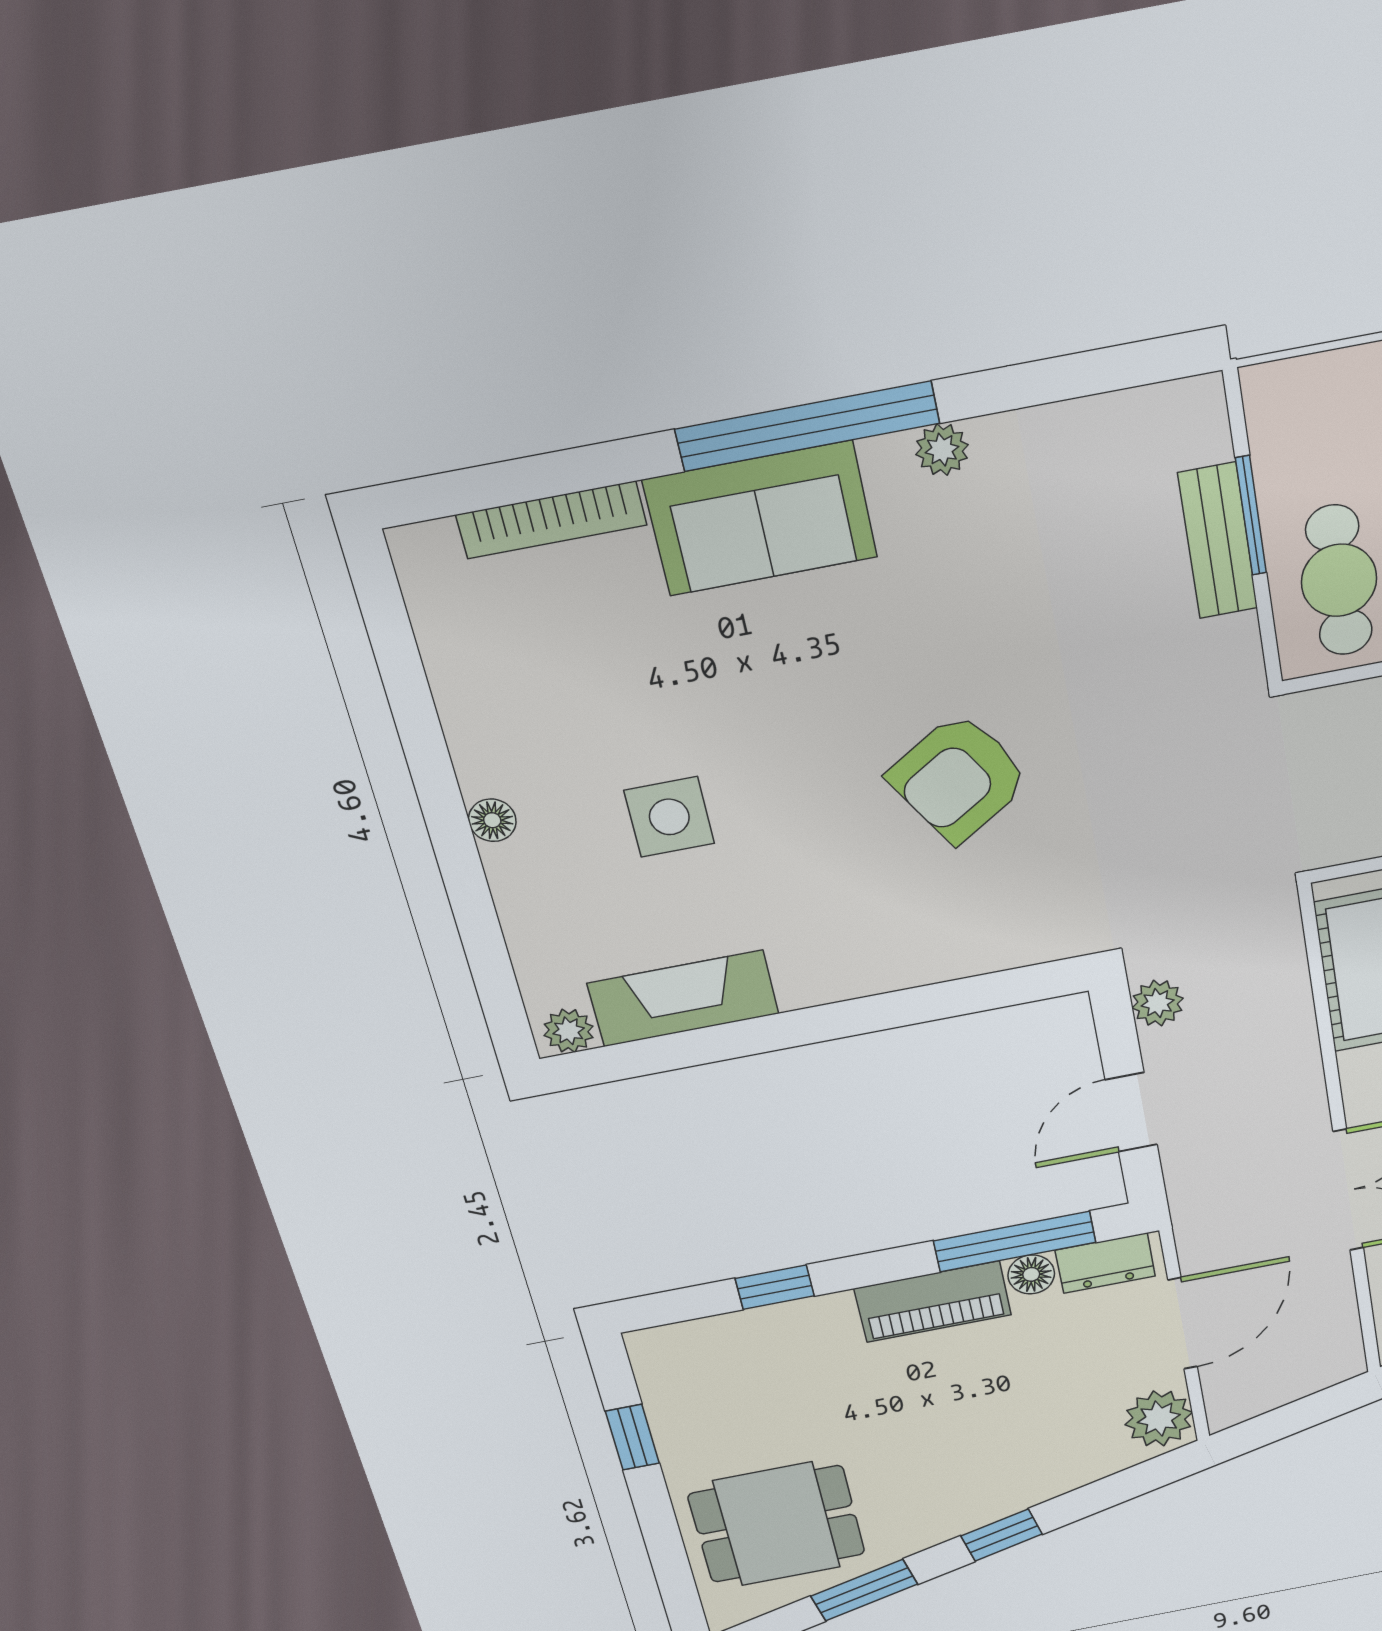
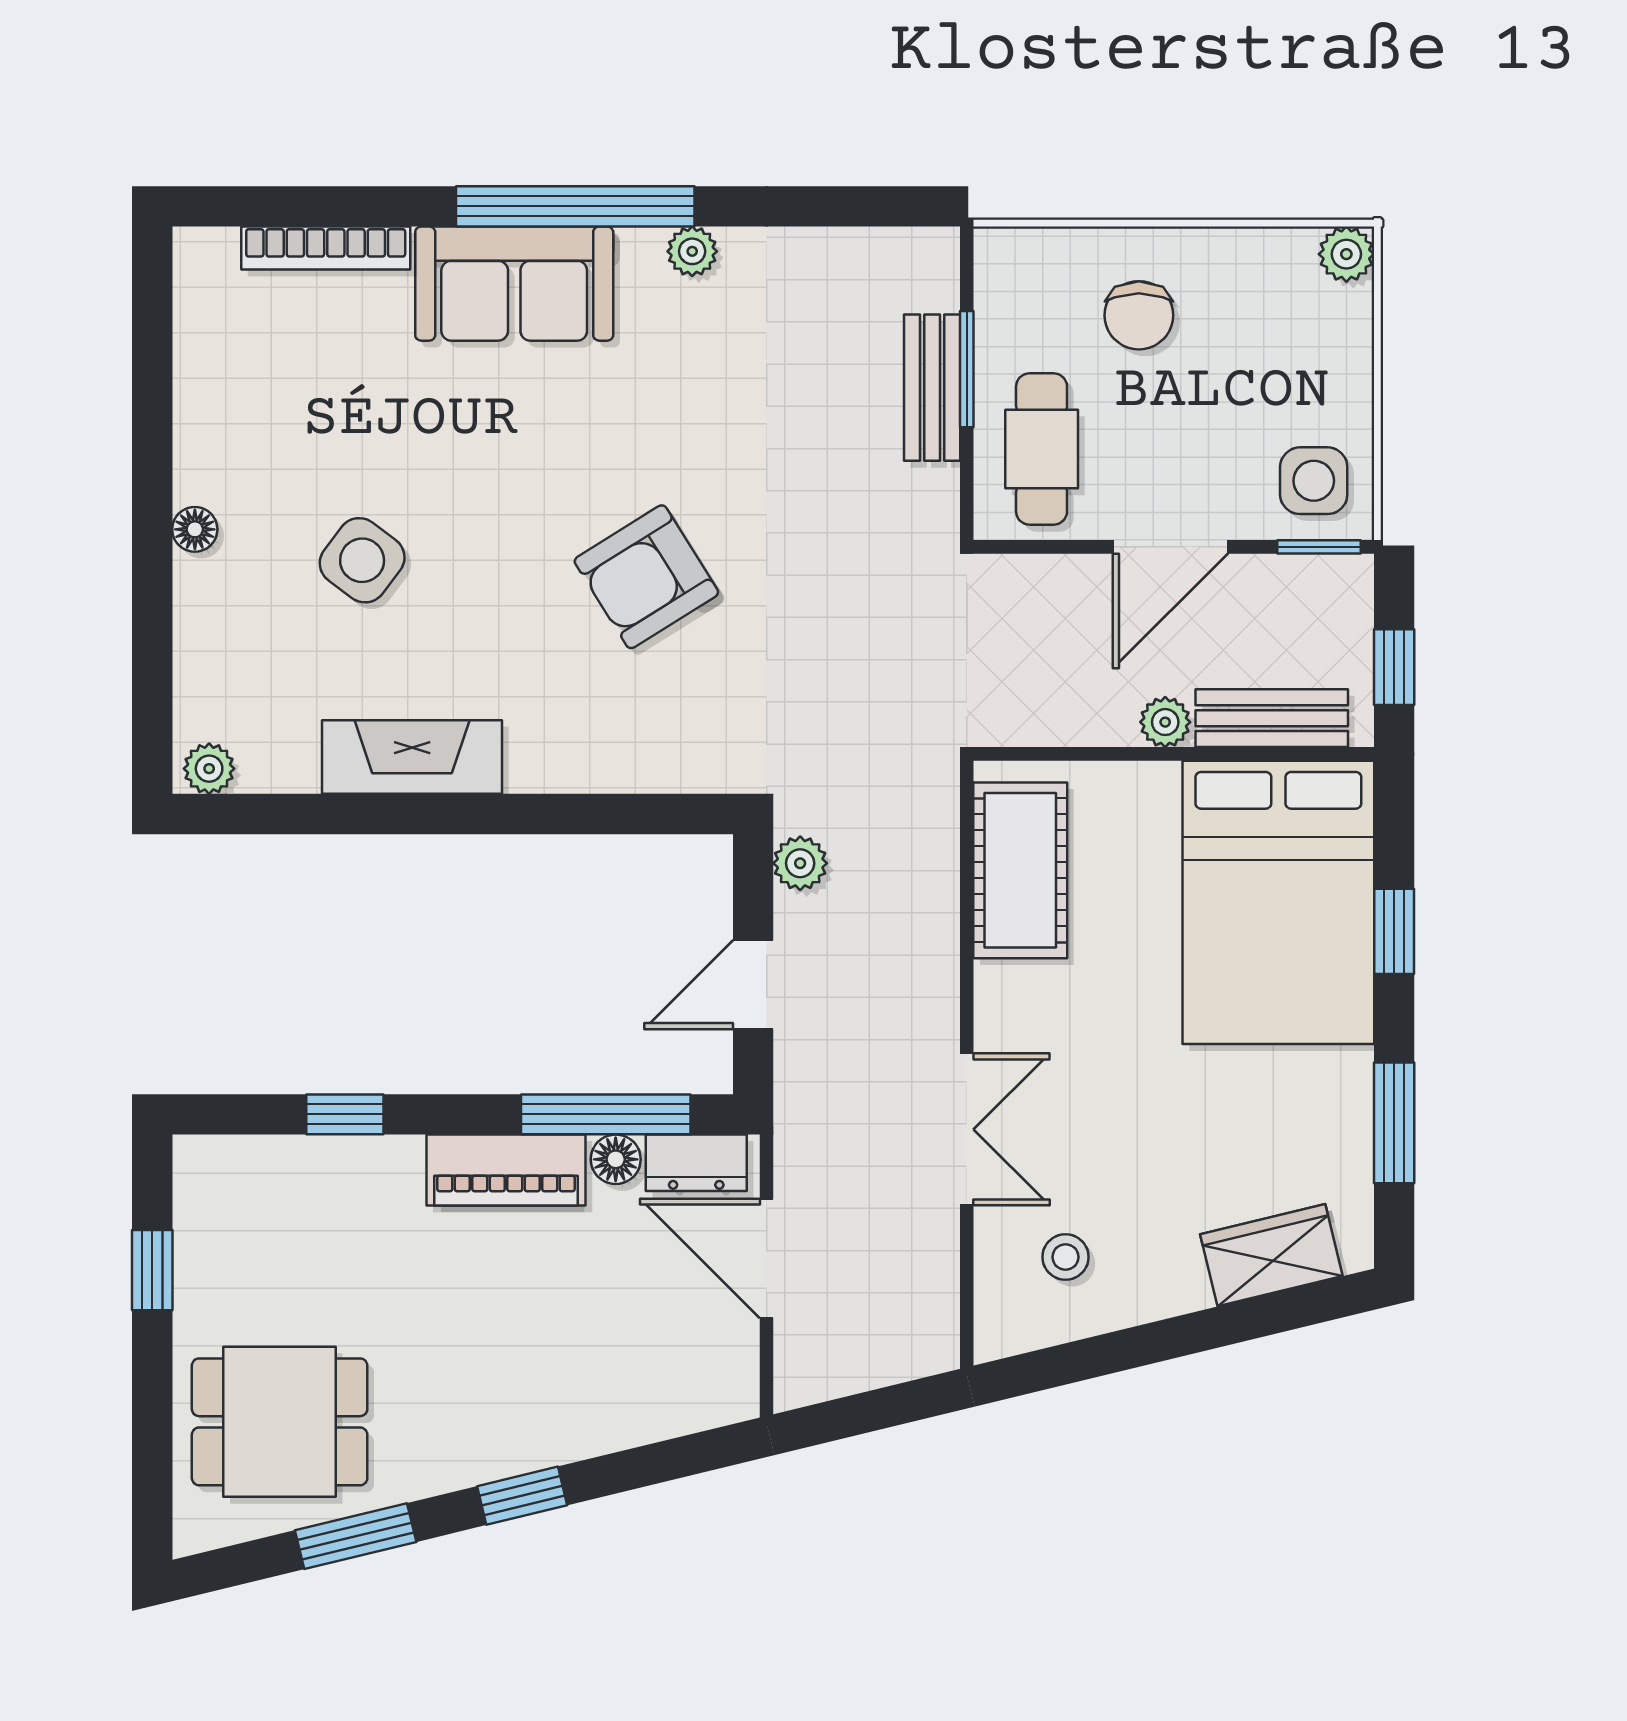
side table: (669, 817) -> (362, 560), turned 37
fireplace: (683, 999) -> (412, 757), moved
door: (1183, 1323) -> (767, 1259), swing flipped
plant: (1159, 1419) -> (721, 1378), removed

